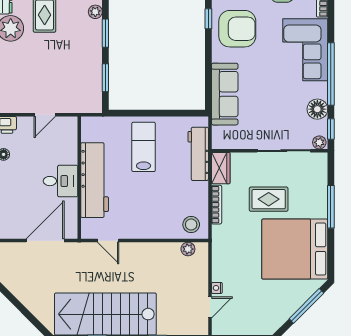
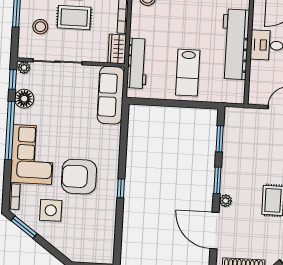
armchair: (237, 29) -> (79, 177), moved
sofa: (225, 94) -> (111, 95), moved
stool: (304, 187) -> (40, 27), added

